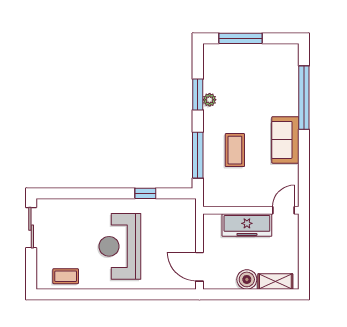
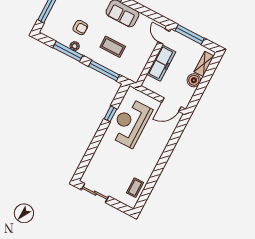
armchair: (238, 94) -> (80, 28), added
window: (198, 95) -> (68, 51), width x1.44
window: (304, 243) -> (190, 34), added
reception desk: (120, 246) -> (130, 123), moved, turned 90

